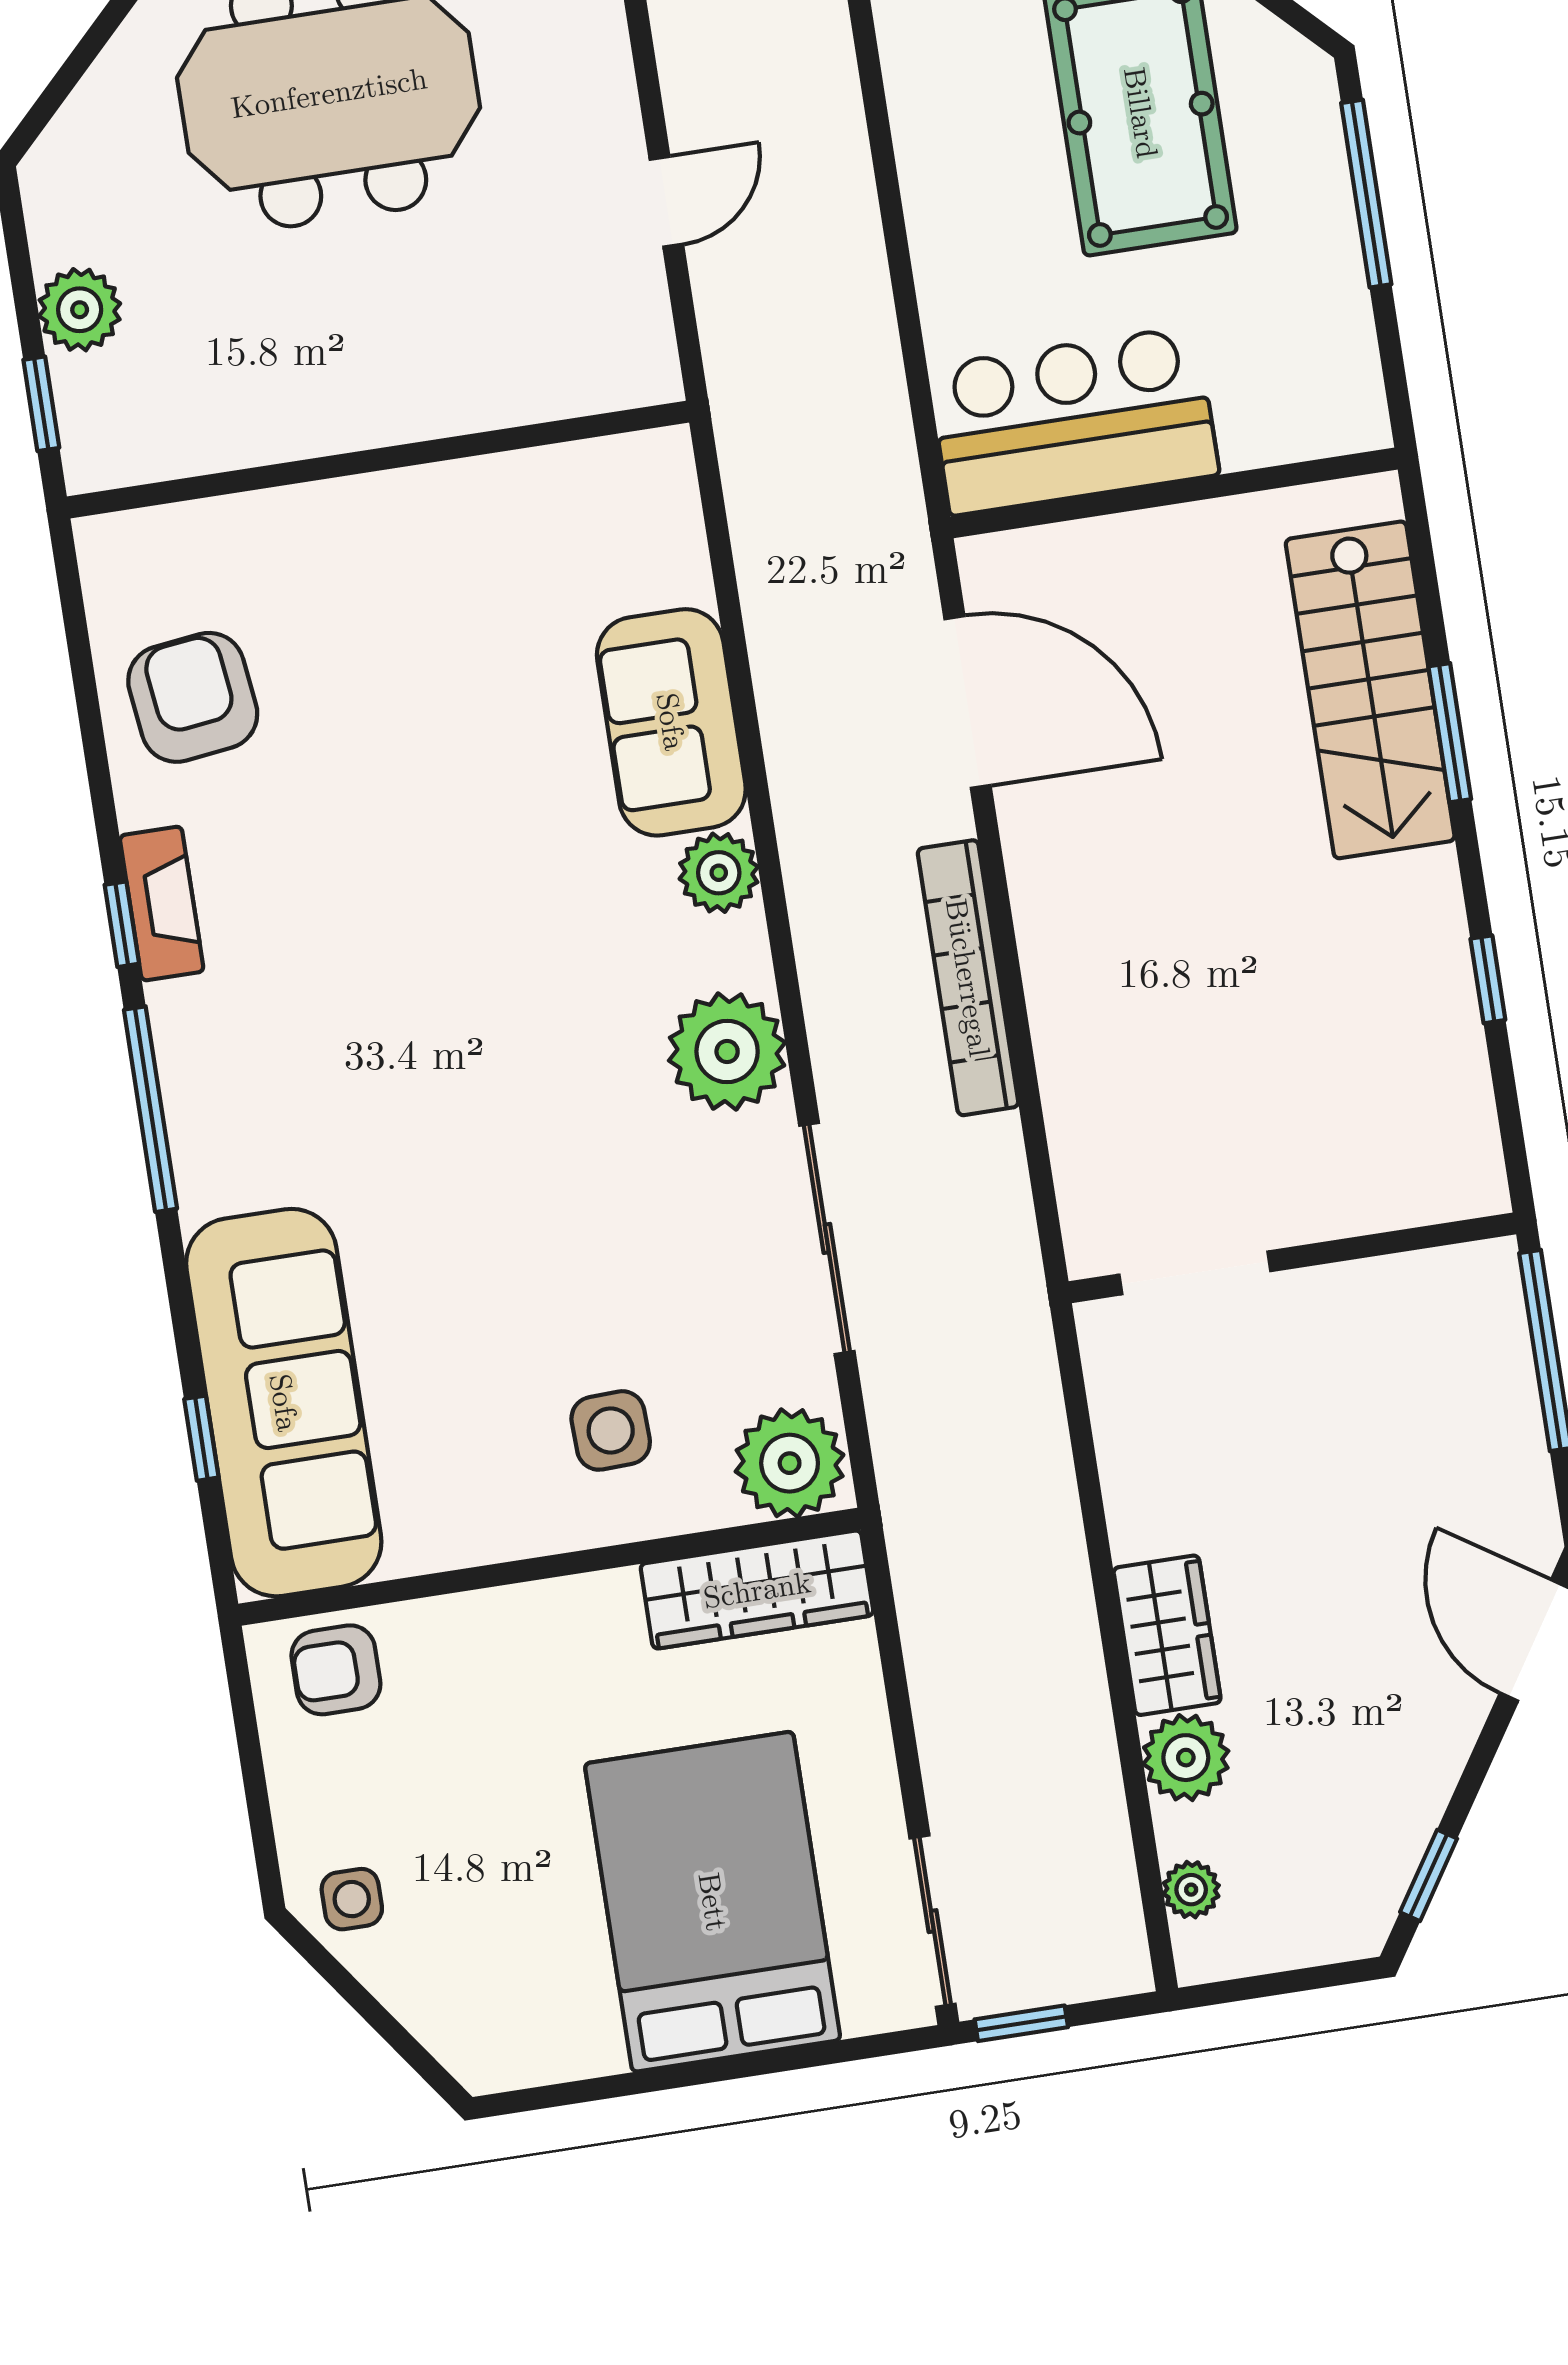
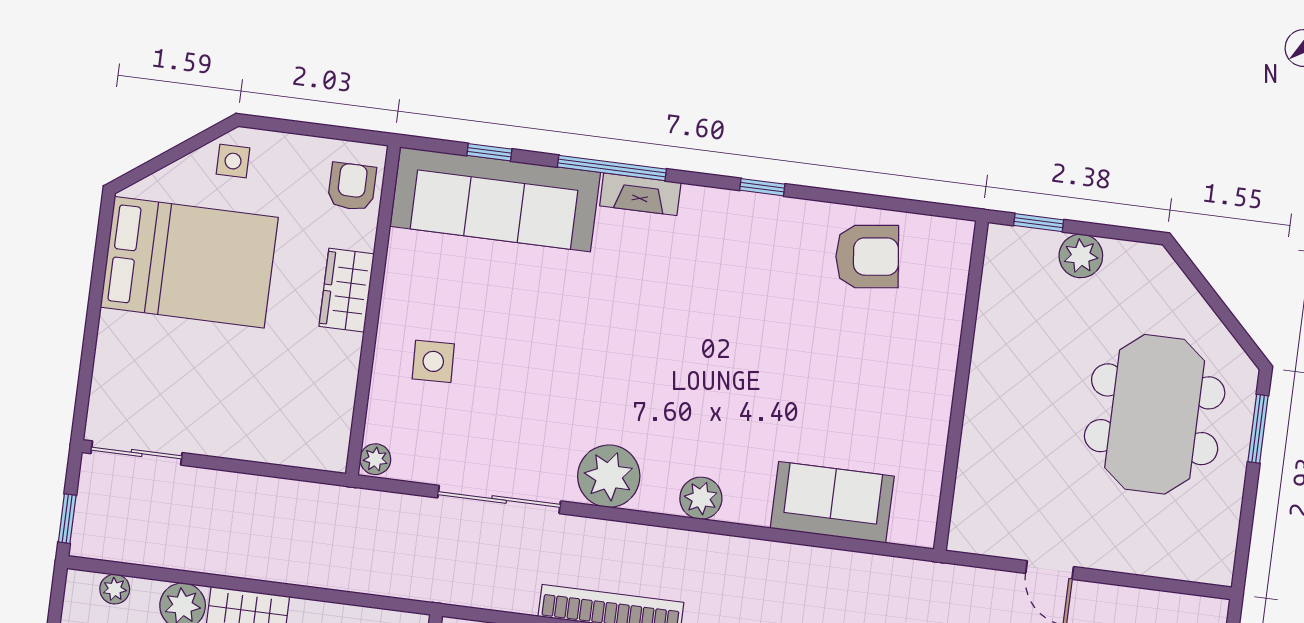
sofa: (671, 722) -> (832, 502), moved
fireplace: (162, 904) -> (640, 194), moved
window: (150, 1109) -> (612, 168), moved
plant: (790, 1463) -> (375, 459), width x0.53, depth x0.53
wardrobe: (757, 1590) -> (347, 290), moved, width x0.67
bed: (713, 1902) -> (189, 262), moved
window: (1021, 2023) -> (67, 519), moved

